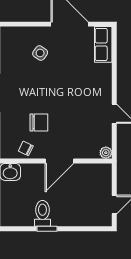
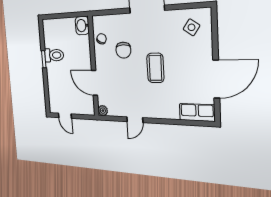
side table: (40, 53) -> (191, 27), moved
coffee table: (58, 87) -> (155, 68), added
door: (59, 161) -> (95, 83), moved

